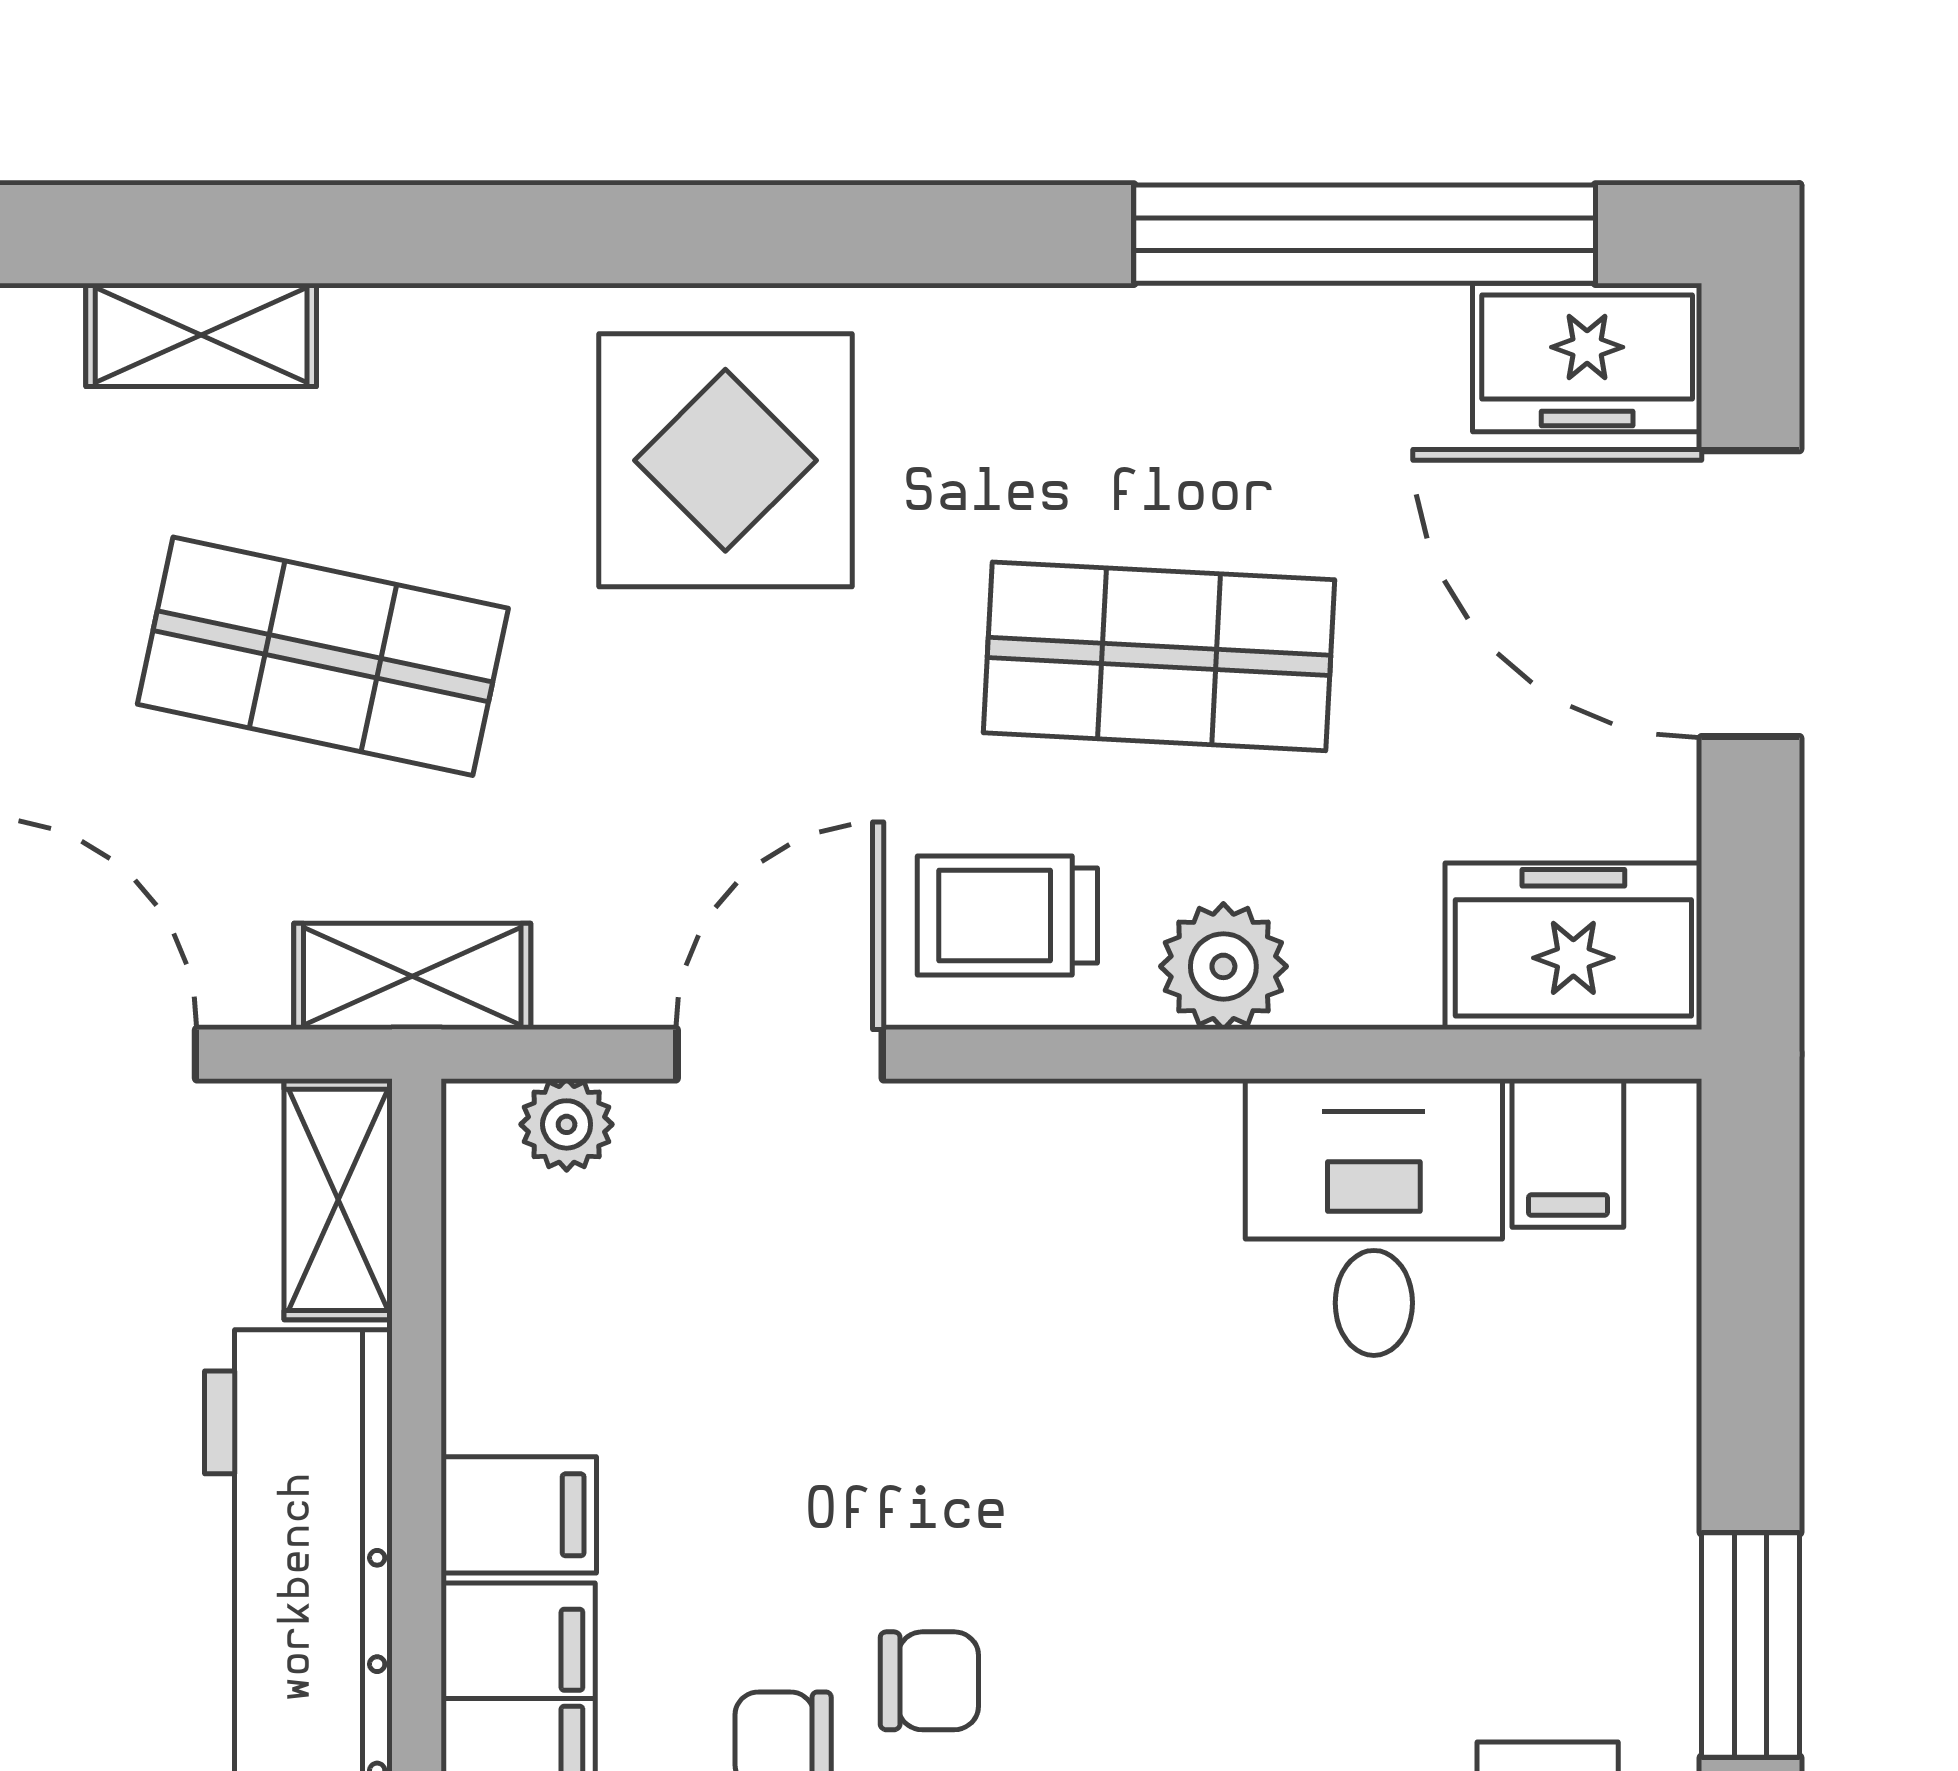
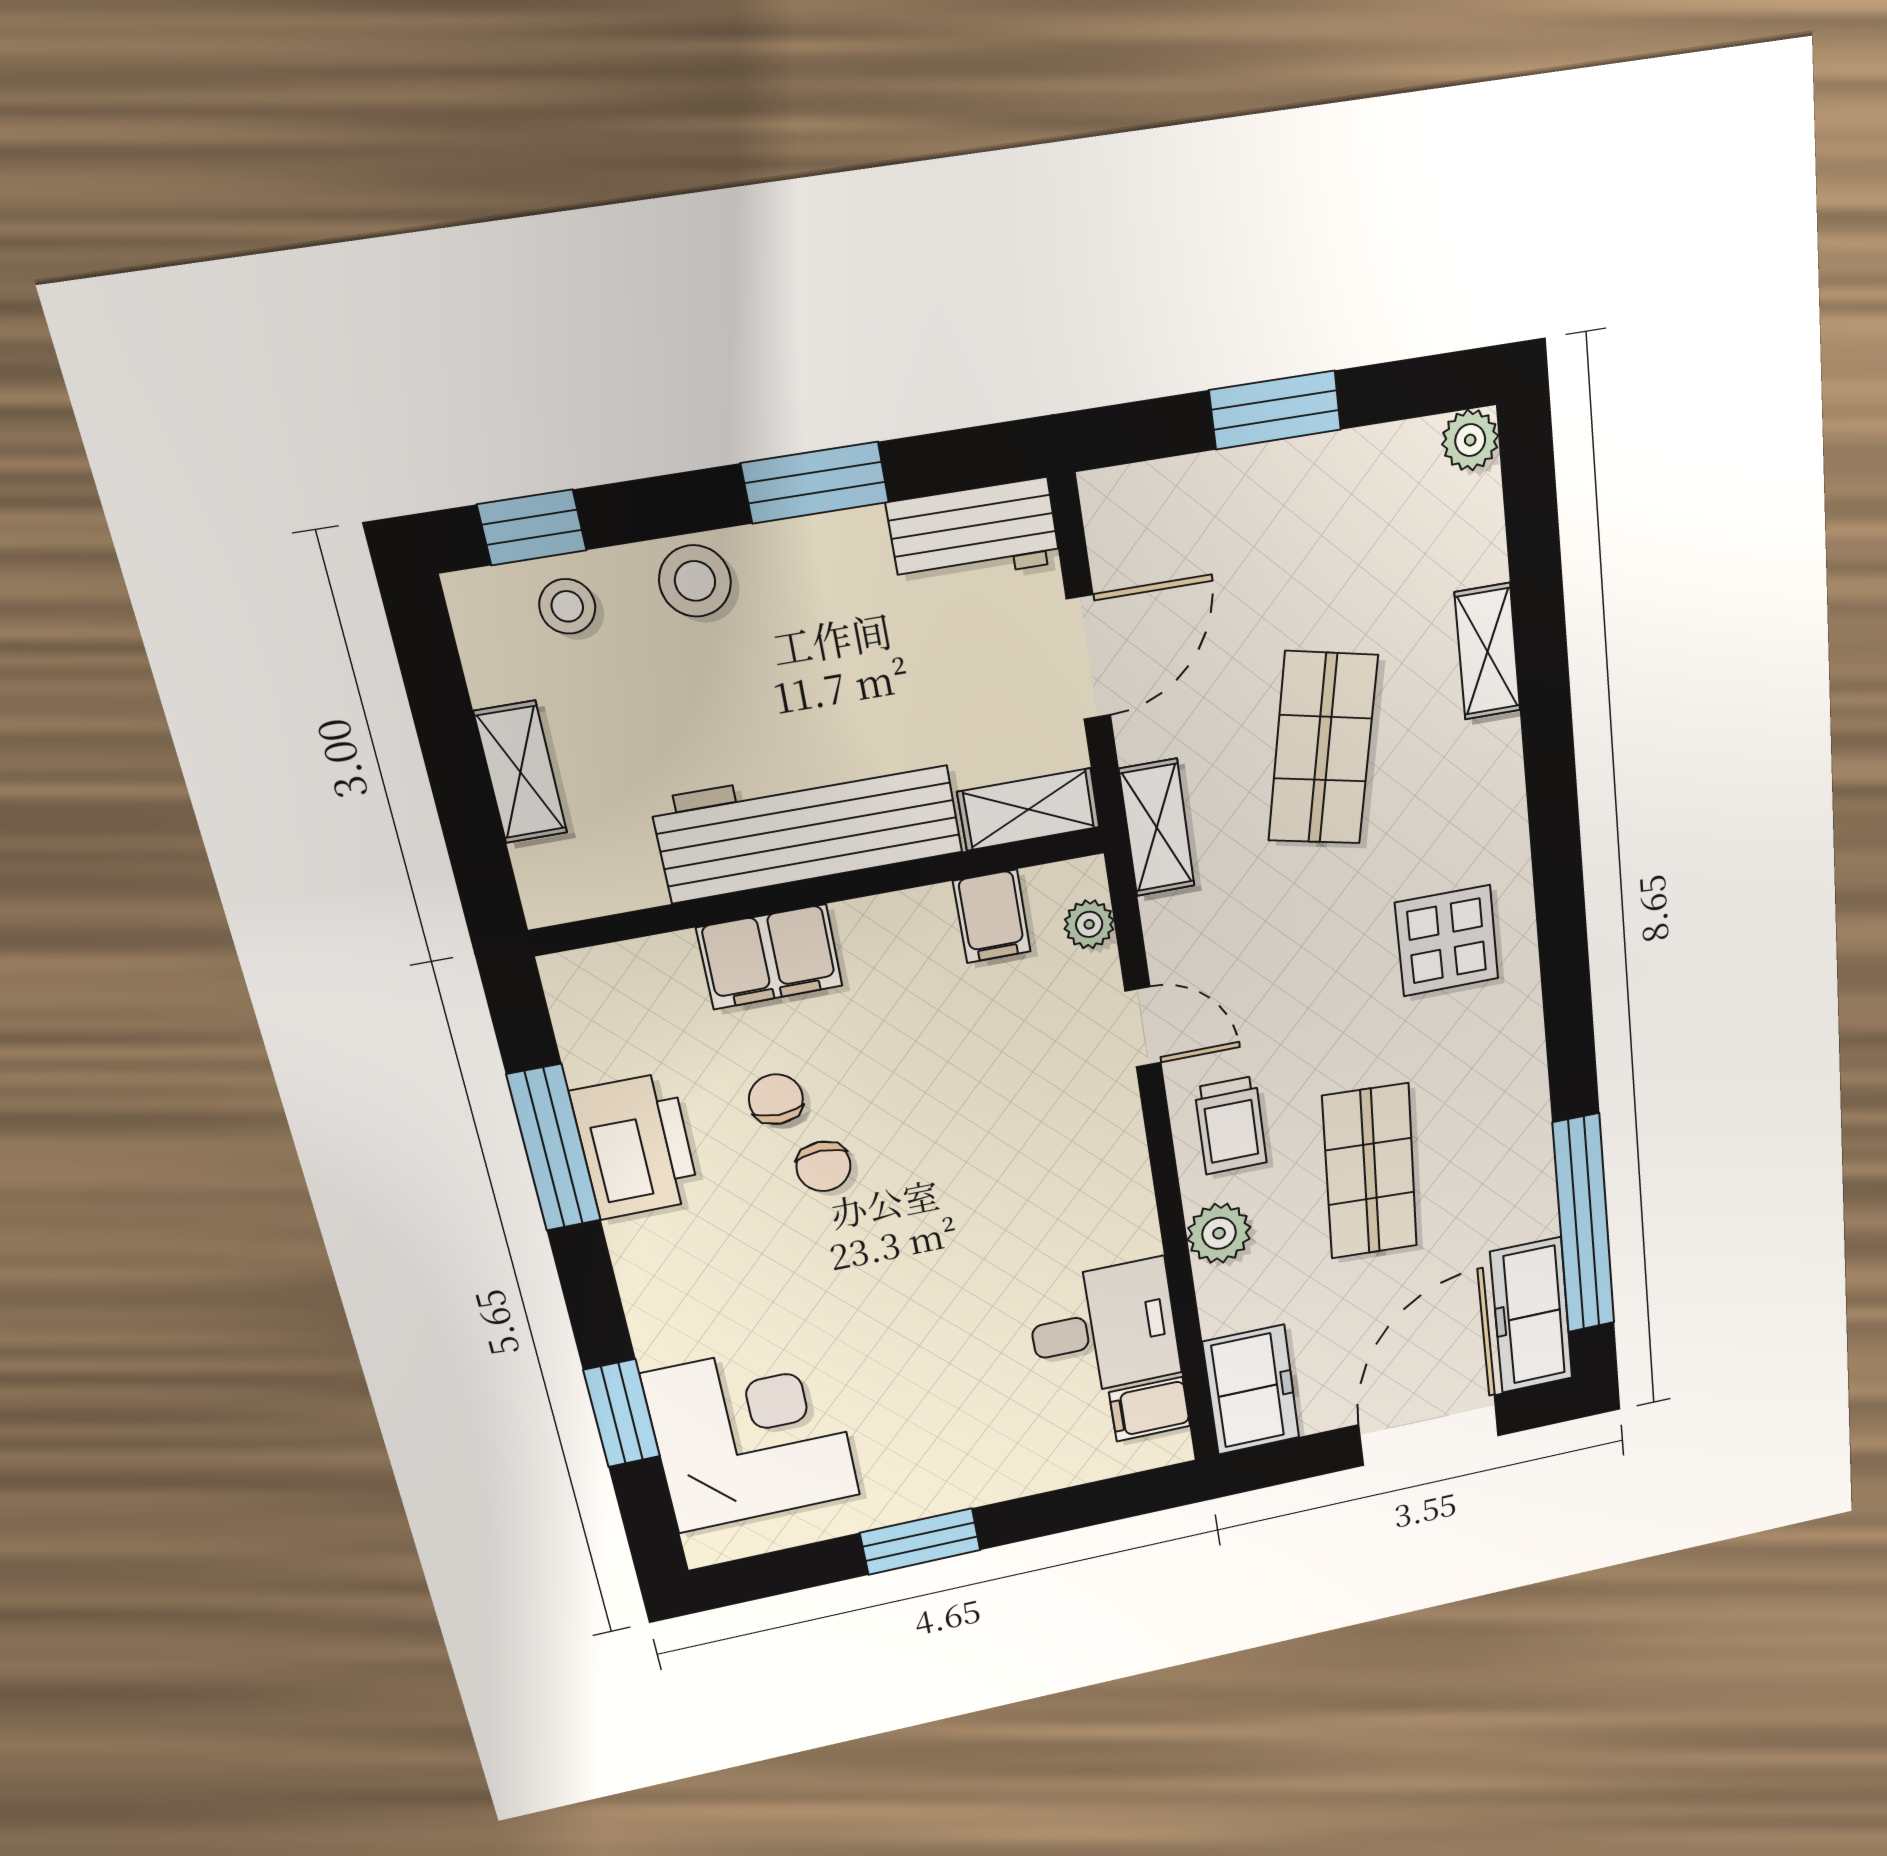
freezer: (1587, 357) -> (1531, 1315), width x1.40
display table: (725, 460) -> (1447, 941), width x0.73, depth x0.73
trolley: (1007, 915) -> (1231, 1125), turned 180
door: (780, 1054) -> (1143, 1027), width x0.73
filing cabinet: (519, 1515) -> (992, 916), moved

